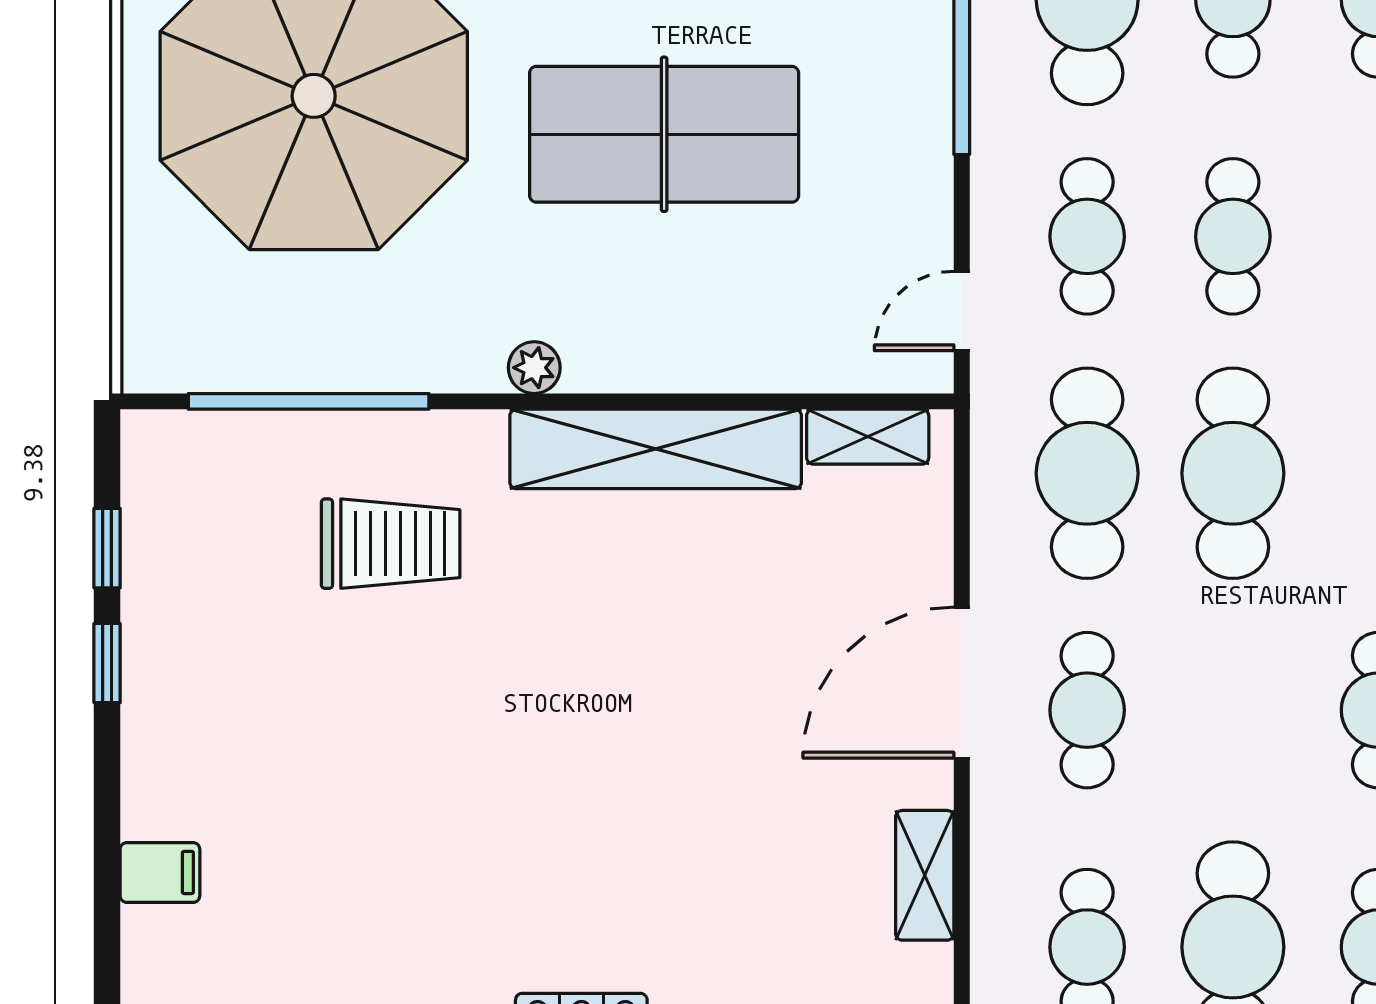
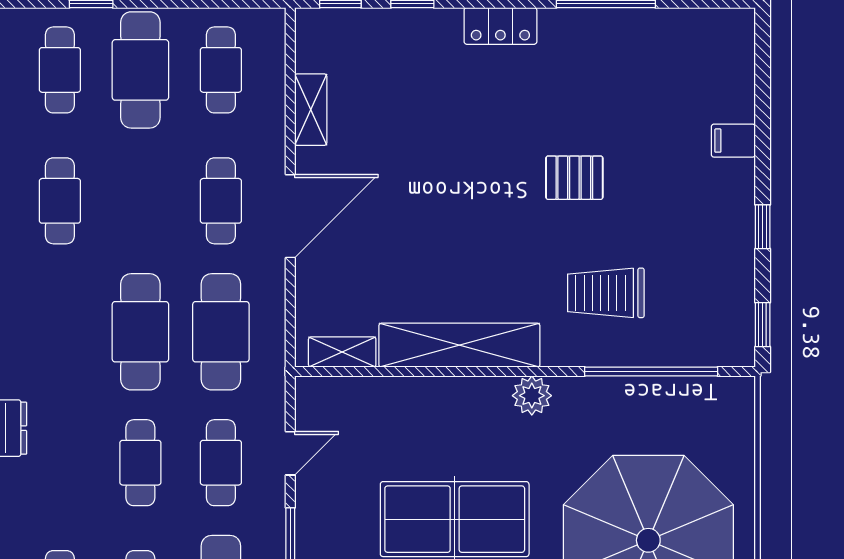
door: (962, 311) -> (290, 453), moved
plant: (534, 368) -> (532, 396), width x1.38, depth x1.38
window: (107, 548) -> (763, 325), moved
pallet: (448, 752) -> (574, 178), added
filing cabinet: (160, 872) -> (733, 141), moved

